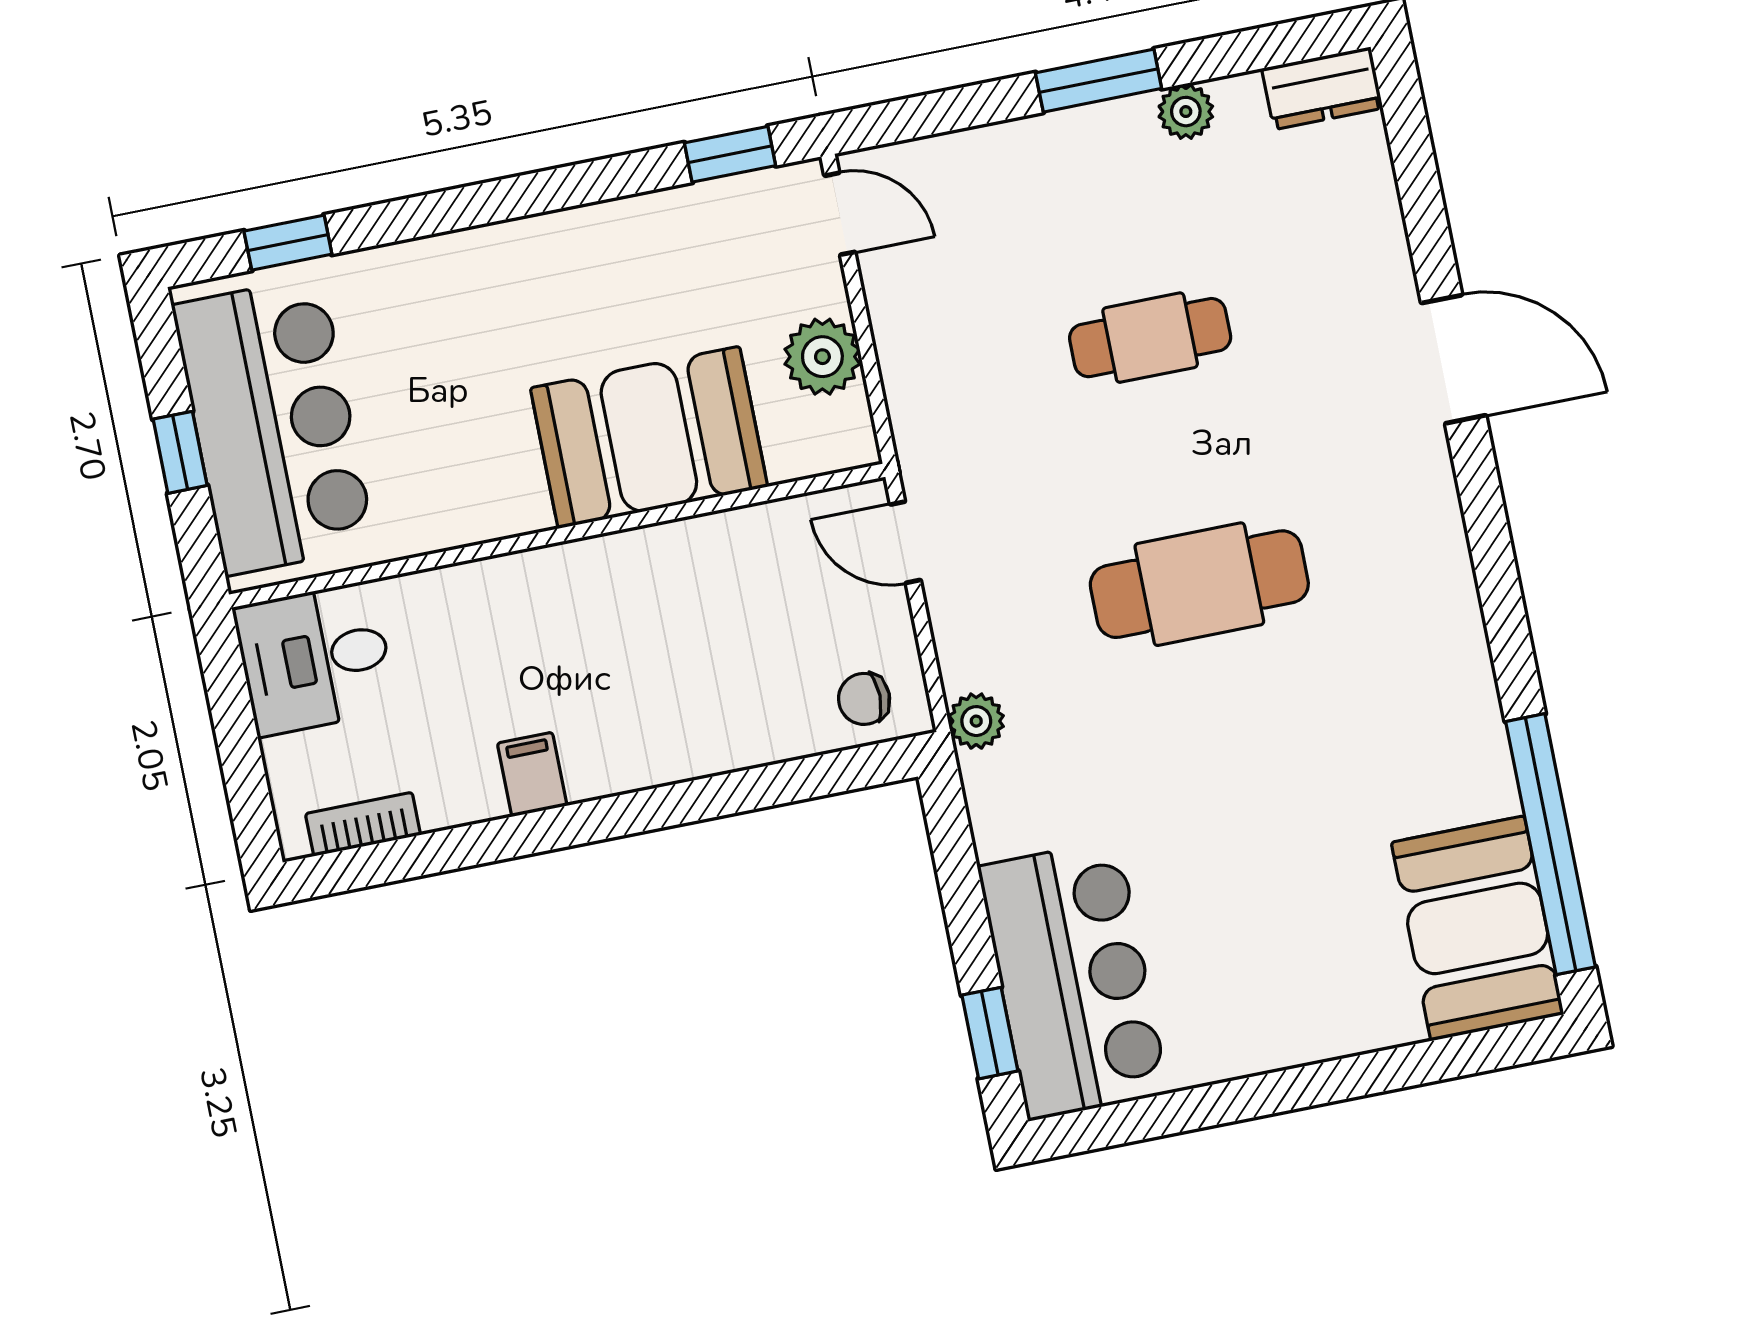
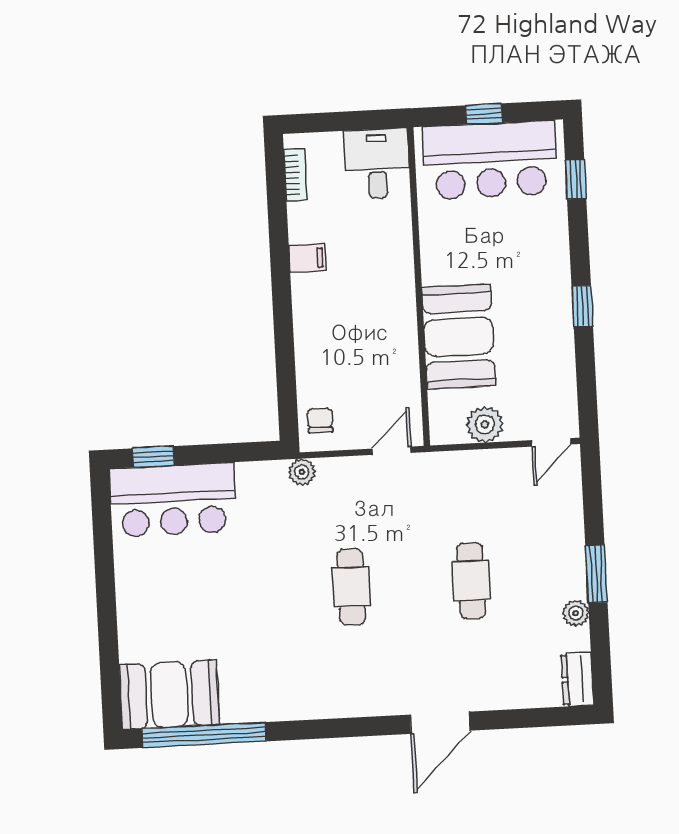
window: (730, 154) -> (582, 306), moved
cafe table: (1199, 584) -> (351, 587), width x0.73, depth x0.74

